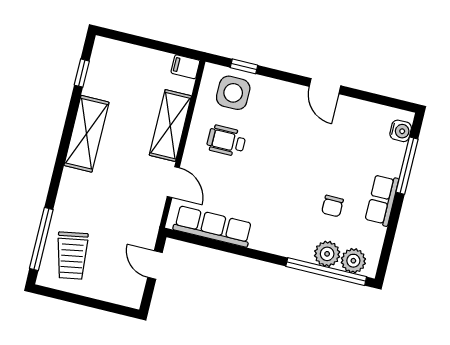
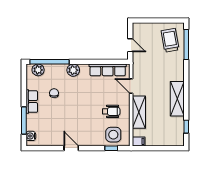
plant: (327, 254) -> (73, 70), moved

